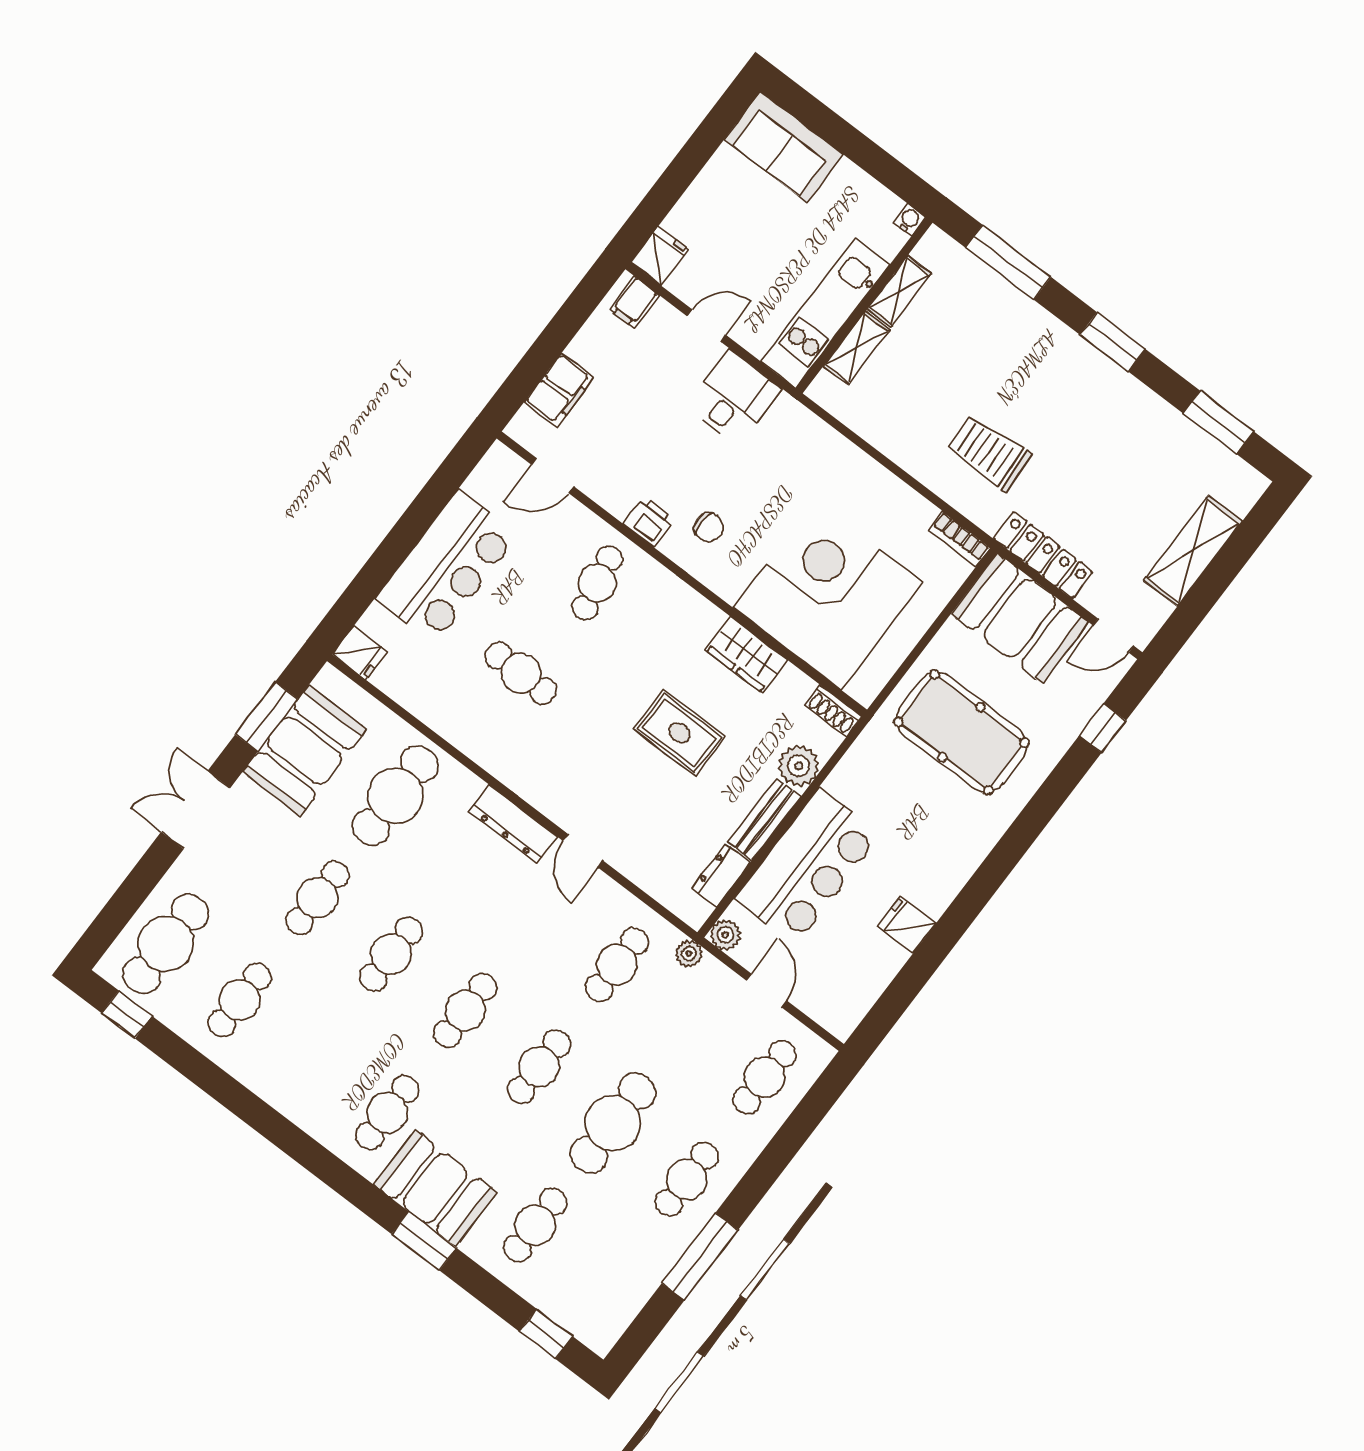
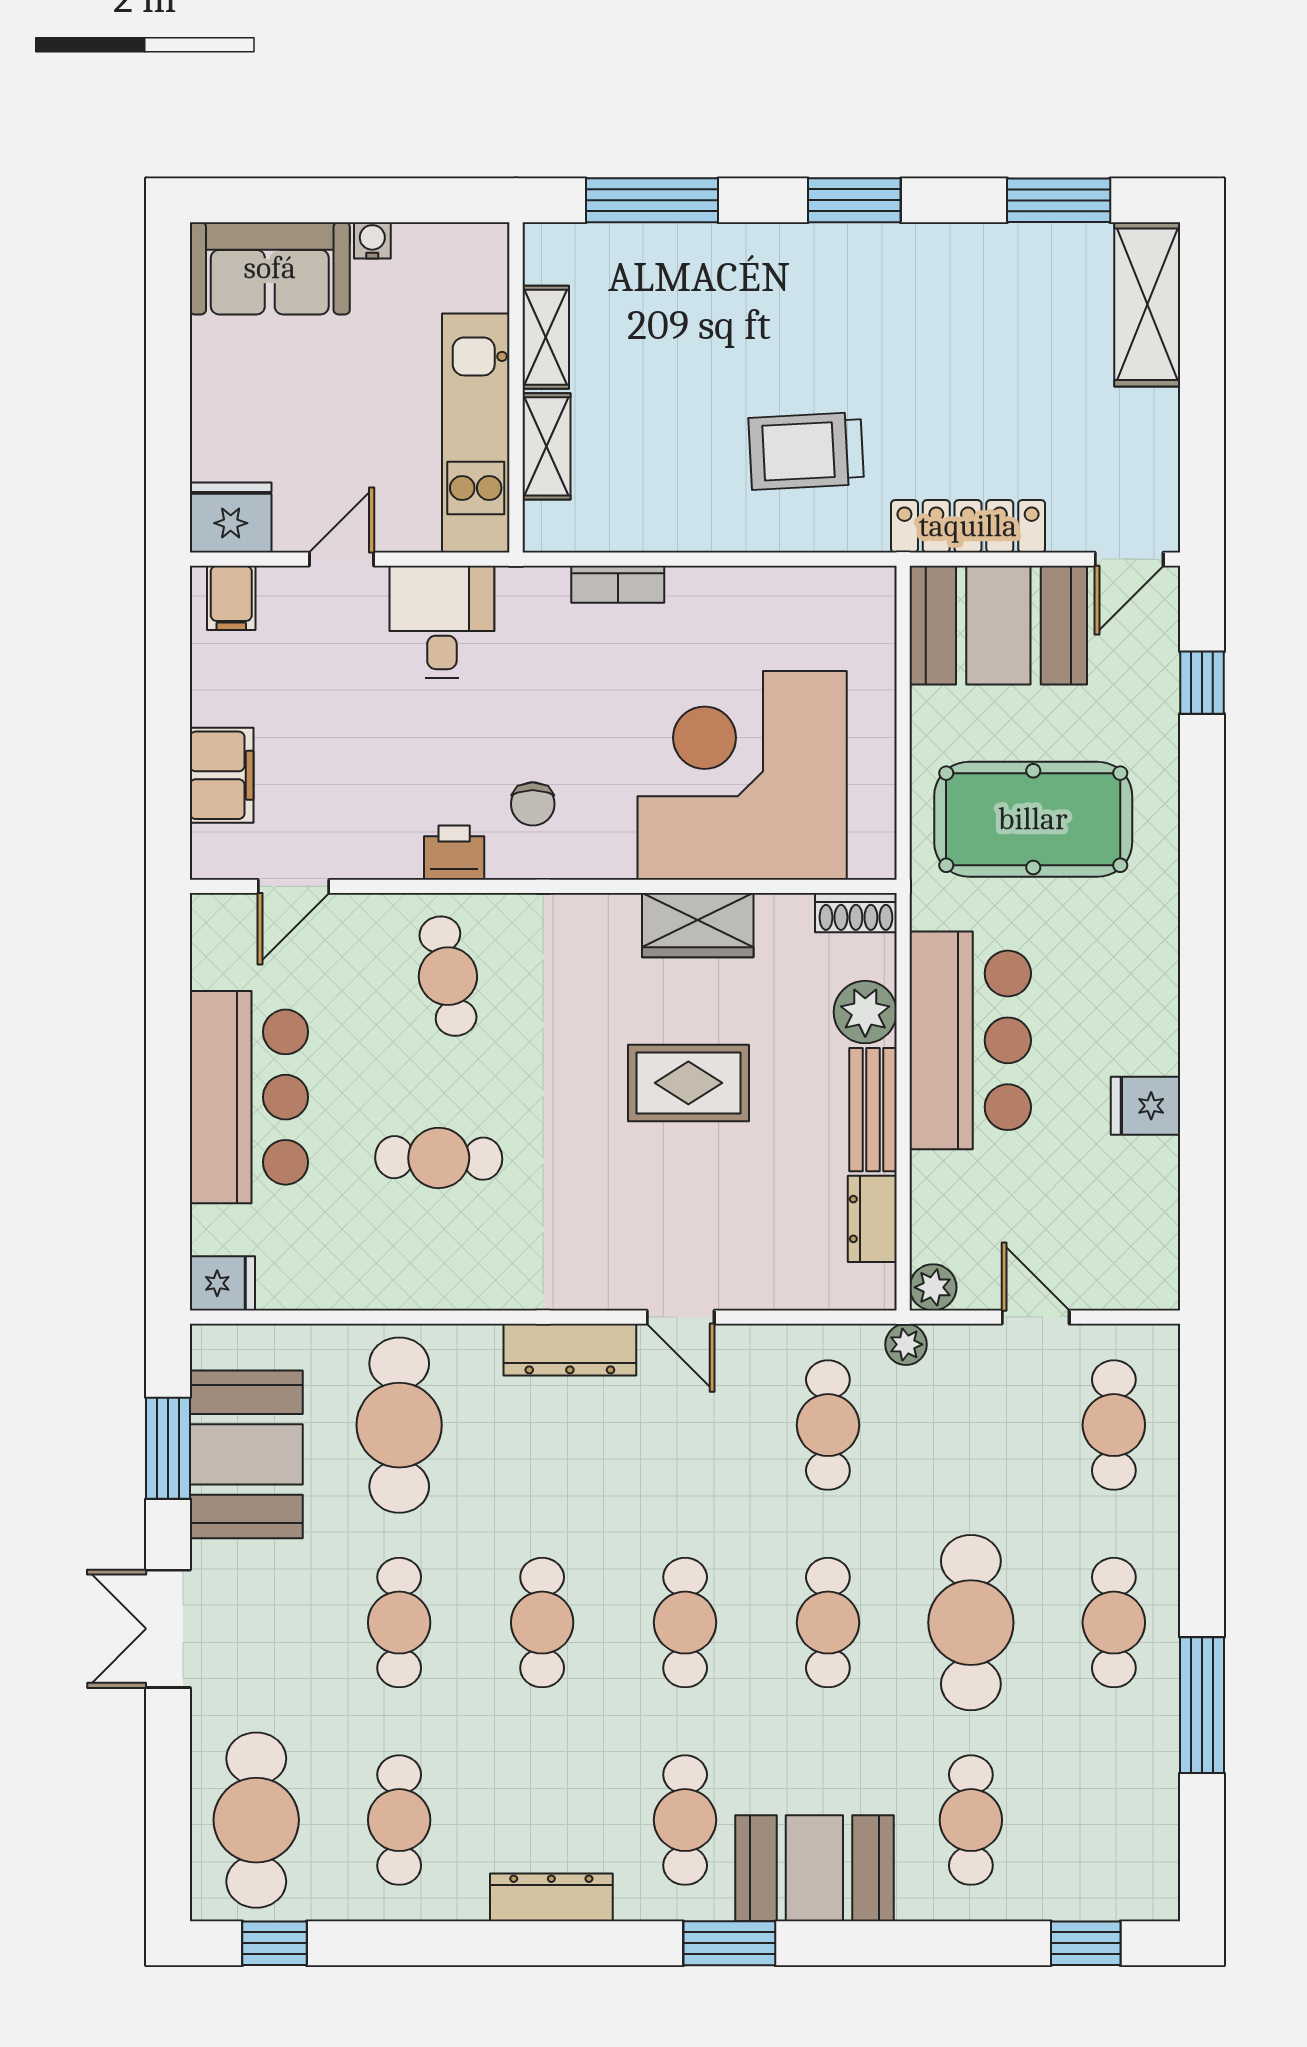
water cooler: (909, 220) -> (372, 240), moved
fridge: (660, 256) -> (231, 517), width x1.38
chair: (709, 527) -> (533, 804), turned 90
bookcase: (959, 539) -> (618, 584), moved
shelving: (1193, 551) -> (1147, 304), moved
bar counter: (808, 867) -> (970, 1040), moved
dresser: (288, 1100) -> (551, 1897), added
window: (424, 1241) -> (729, 1943), moved

